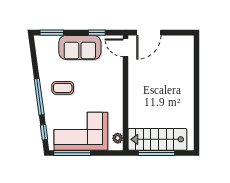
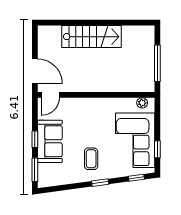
window: (97, 33) -> (35, 139), moved
window: (39, 97) -> (100, 183), width x0.46
stairs: (157, 139) -> (92, 37), moved, turned -90
window: (72, 153) -> (157, 149), width x0.46

